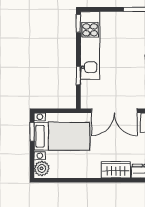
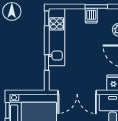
dishwasher: (131, 20) -> (91, 16), added

